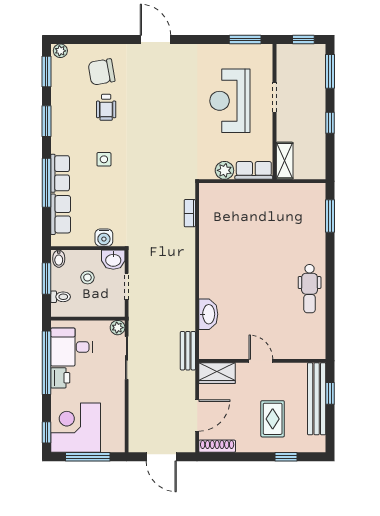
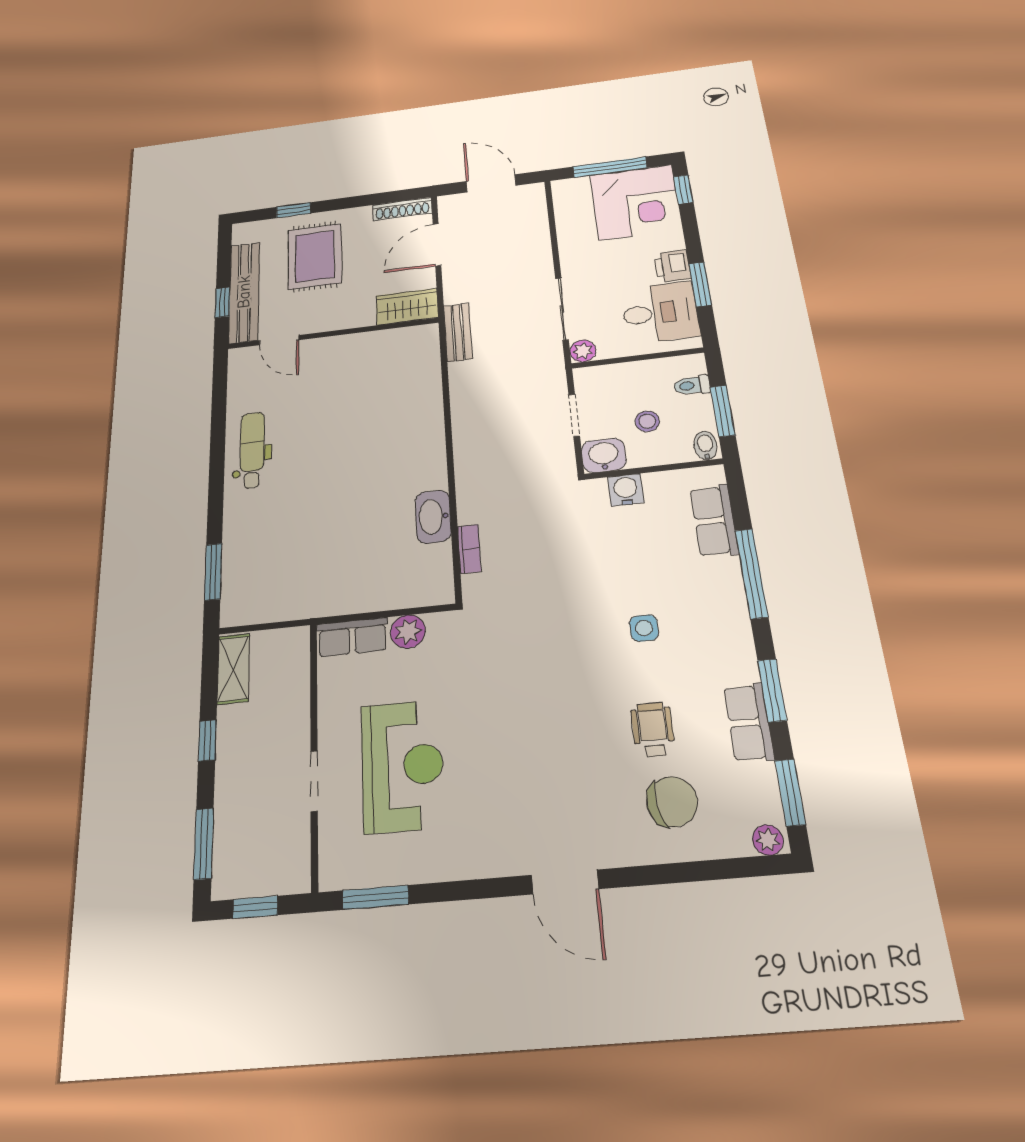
shelving: (285, 161) -> (233, 669), moved
row of seats: (60, 173) -> (749, 722), moved
washbasin: (208, 314) -> (433, 517), moved
door: (261, 361) -> (279, 340), moved
window: (46, 363) -> (700, 284), width x0.47
rug: (273, 419) -> (315, 256), width x1.36, depth x1.43

